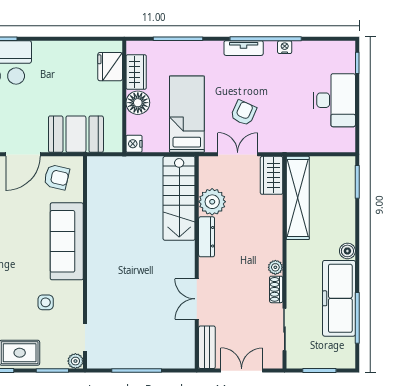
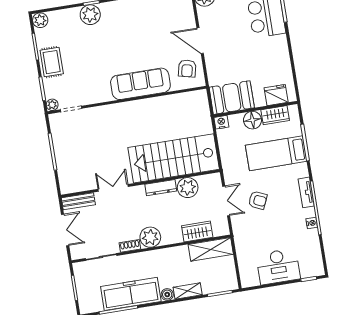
bed: (187, 114) -> (276, 153), moved, turned 180
booth: (76, 134) -> (232, 98), moved, turned 90
wardrobe: (272, 175) -> (197, 231), moved
stairs: (179, 198) -> (174, 158), width x1.36, depth x1.51
shelving: (298, 198) -> (211, 249), width x0.68
shelving: (347, 223) -> (188, 291), added
plant: (275, 267) -> (150, 237), width x1.88, depth x1.88
side table: (46, 302) -> (92, 75), removed

